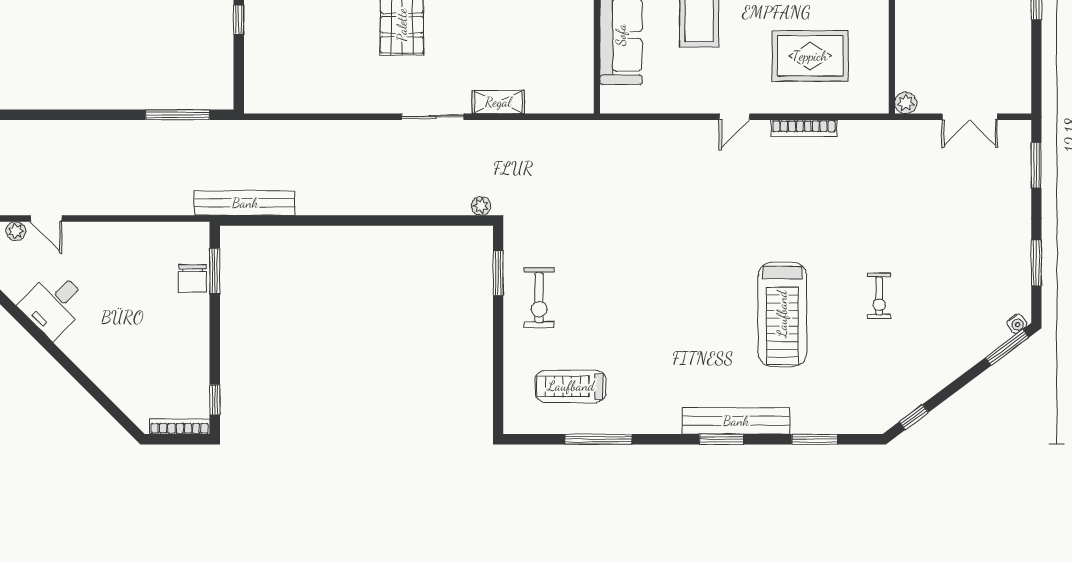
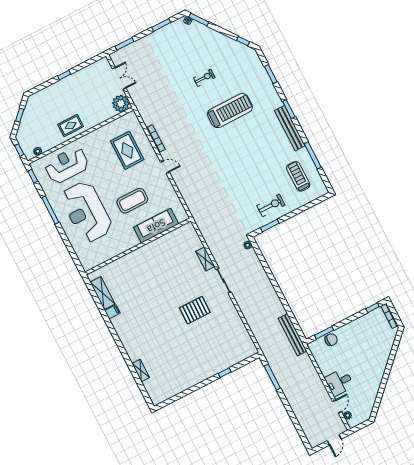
plant: (906, 103) -> (121, 103), width x1.87, depth x1.87
desk: (54, 304) -> (339, 382), moved, turned 135
treadmill: (571, 386) -> (298, 176), turned 180
bench: (736, 421) -> (290, 128), moved

